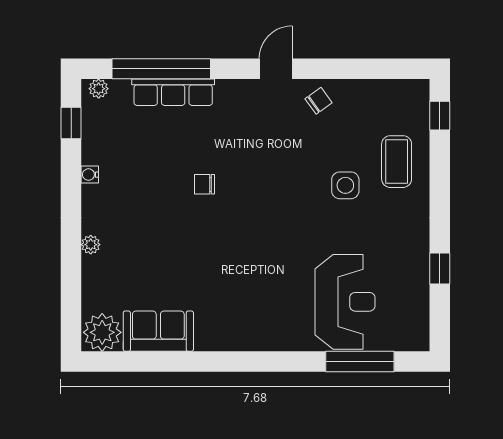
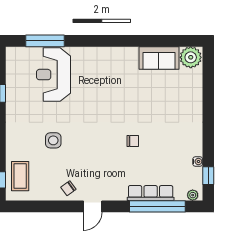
coffee table: (397, 162) -> (20, 176), moved
water cooler: (90, 175) -> (198, 161), moved
plant: (91, 245) -> (197, 107), removed

